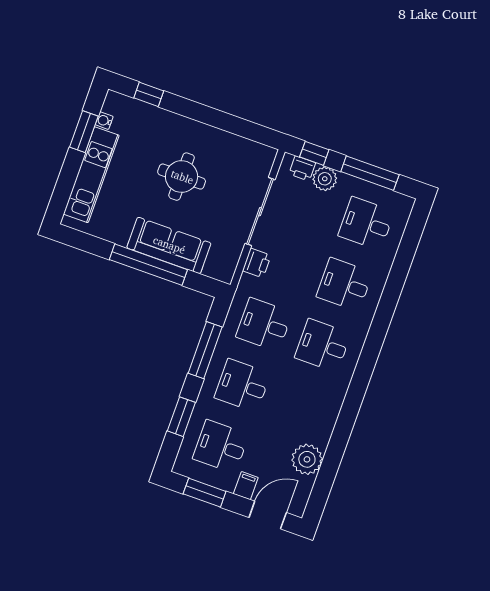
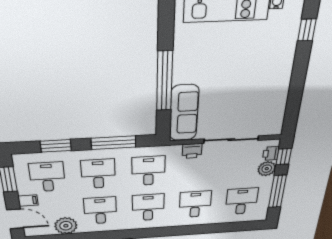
round table: (182, 177) -> (244, 79), removed
sofa: (169, 245) -> (184, 113), moved
desk: (301, 406) -> (100, 211), added

